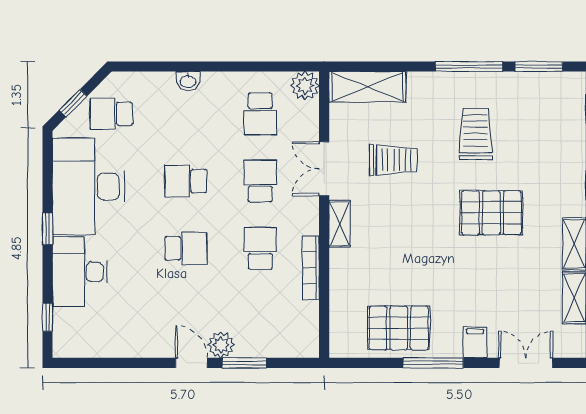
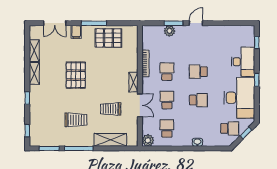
shelving: (368, 87) -> (110, 140), moved
trolley: (476, 134) -> (76, 120), turned -90
school desk: (260, 181) -> (167, 100), turned 180
pallet: (491, 213) -> (76, 75), moved, turned 90
school desk: (260, 248) -> (167, 72), turned 180
plant: (221, 345) -> (169, 31), moved
door: (191, 363) -> (196, 23), swing flipped

